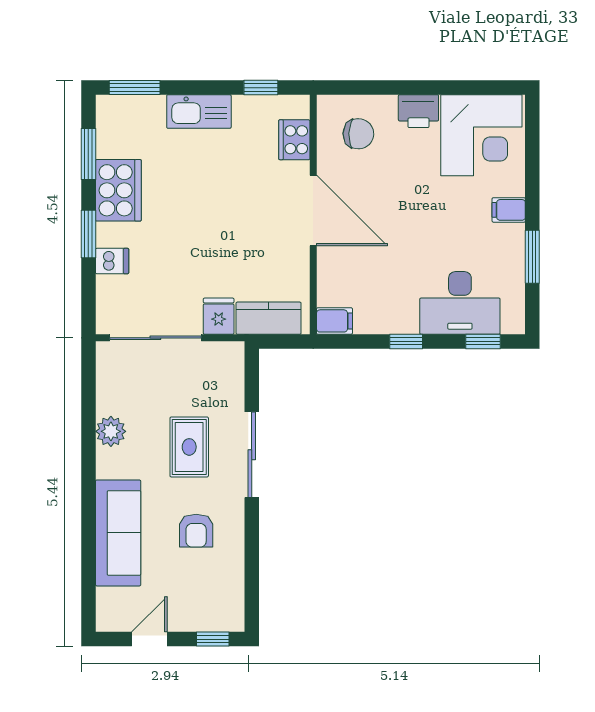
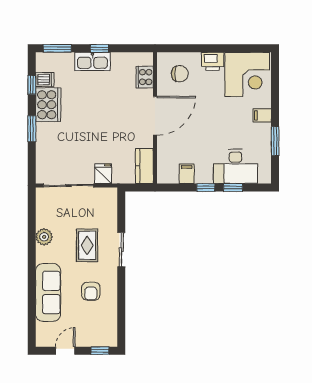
window: (261, 88) -> (99, 48), moved
window: (88, 154) -> (32, 85), width x0.67
door: (313, 211) -> (155, 116), hinge flipped
dishwasher: (112, 261) -> (45, 79), moved
kitchen counter: (269, 318) -> (144, 166), moved, turned -90
filing cabinet: (334, 321) -> (187, 174), moved, turned -90
window: (483, 341) -> (233, 188), moved
sliding door: (252, 455) -> (121, 250), width x0.73

